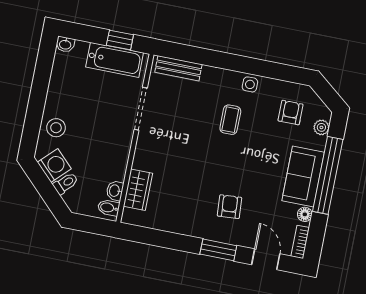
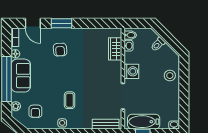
washing machine: (54, 165) -> (131, 71), moved, turned -135

